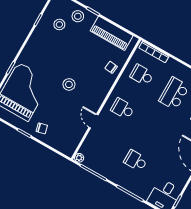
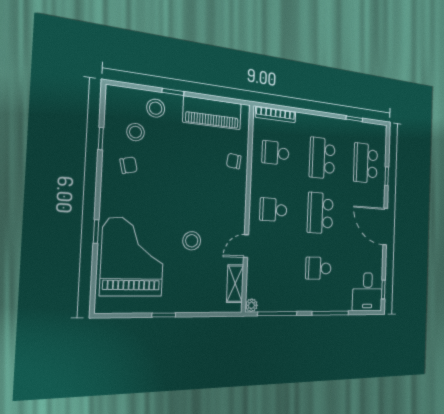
stool: (69, 84) -> (192, 241), moved
door: (94, 121) -> (246, 246), hinge flipped
school desk: (155, 127) -> (320, 213), added
chair: (42, 128) -> (129, 165), moved
shelving: (75, 139) -> (235, 284), added

